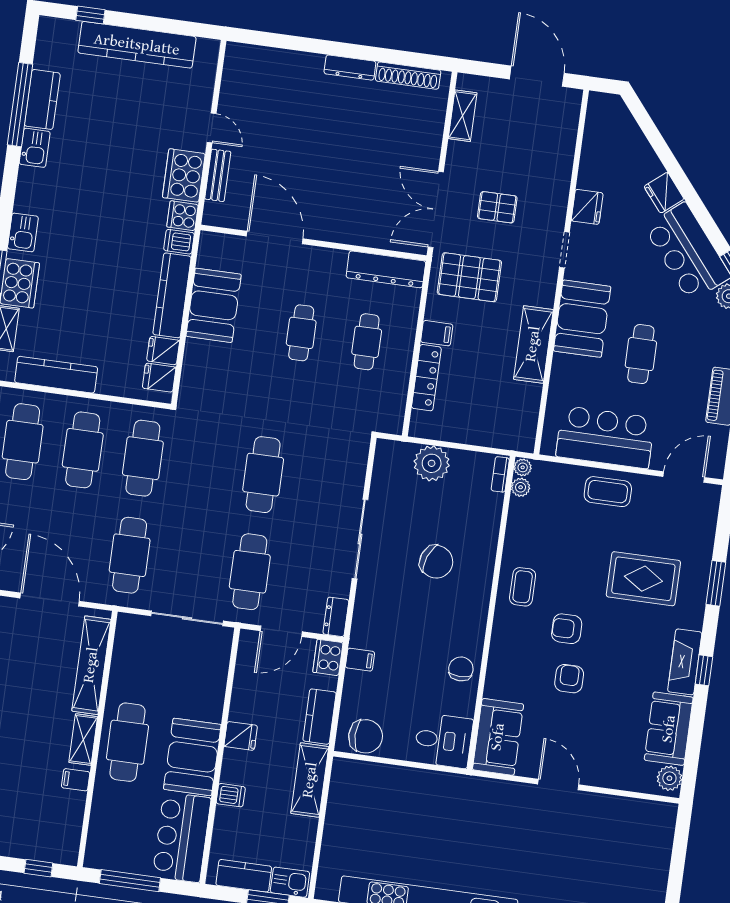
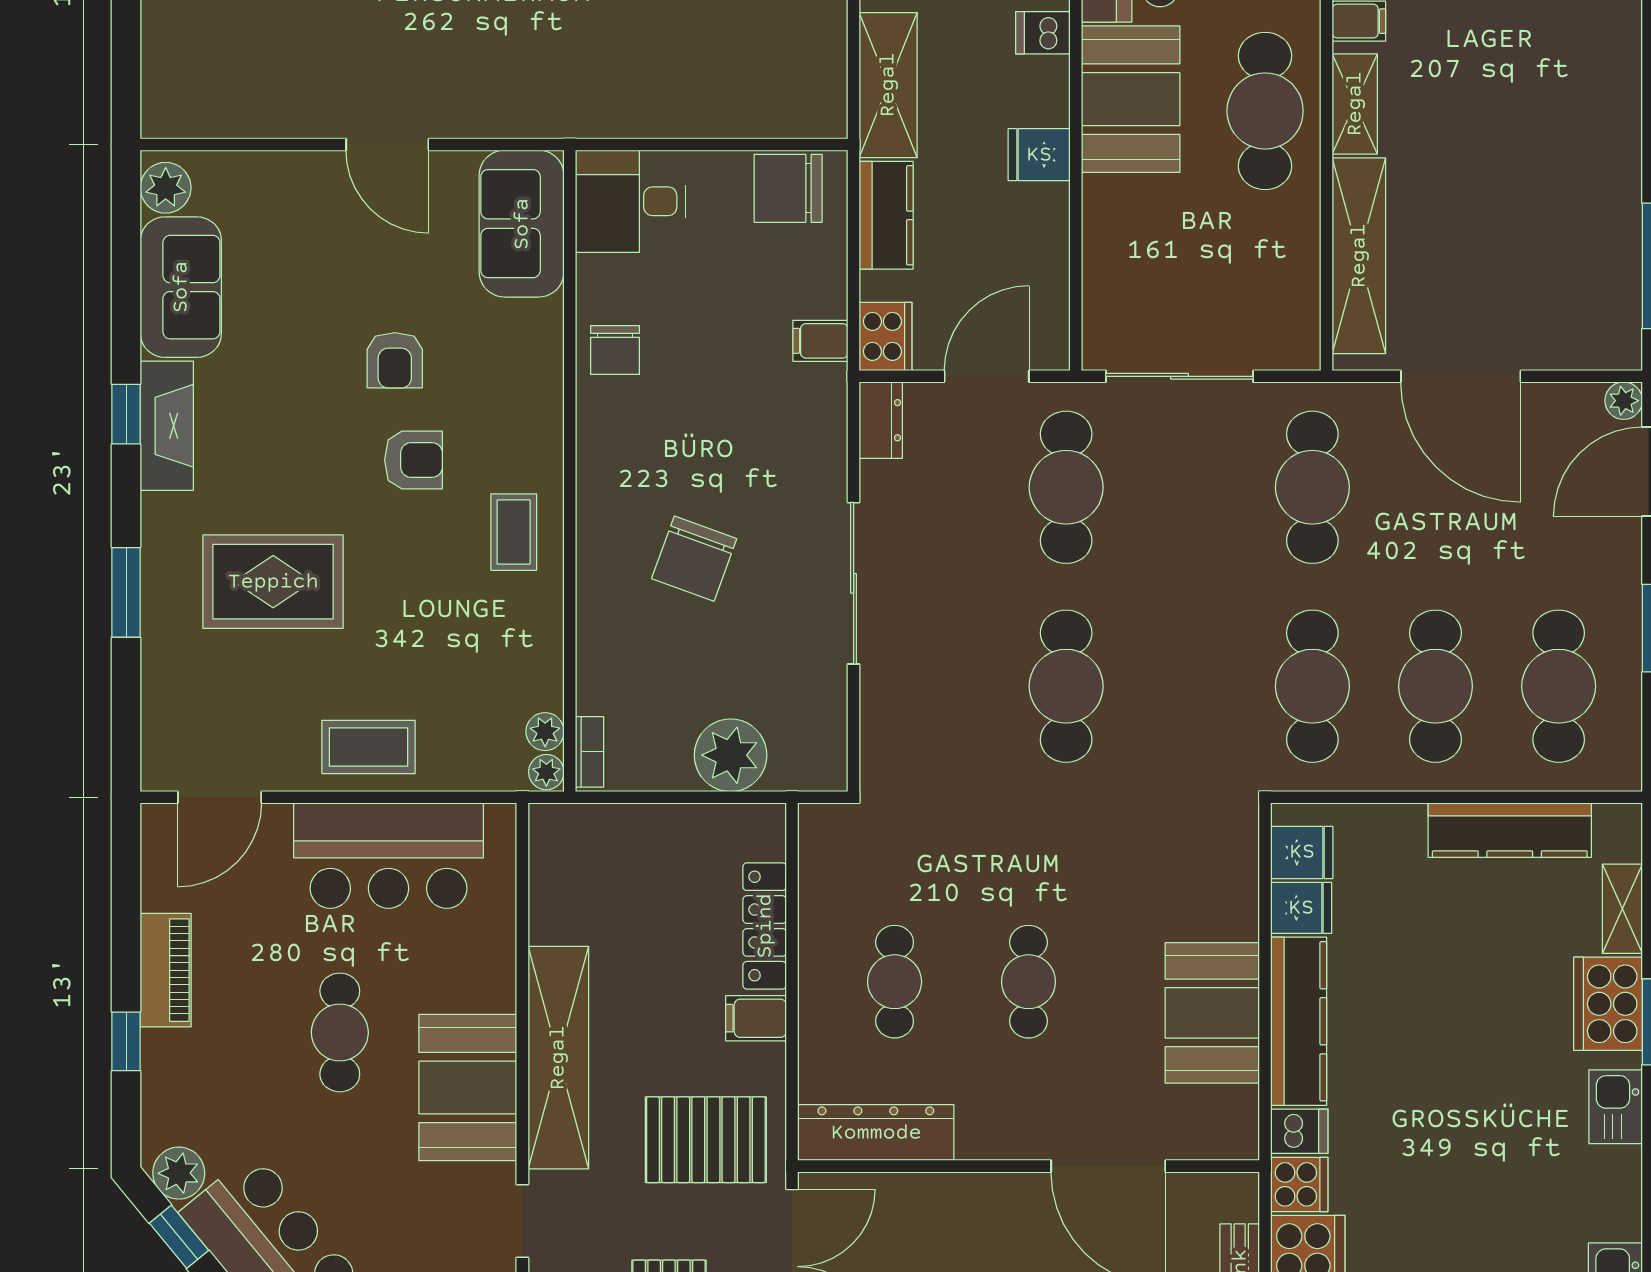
shelving: (533, 344) -> (558, 1058), width x1.47
chair: (436, 562) -> (694, 559), turned -91

